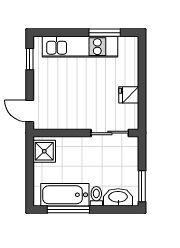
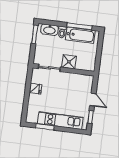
door: (30, 111) -> (93, 100), moved
shower: (44, 151) -> (69, 62), moved

